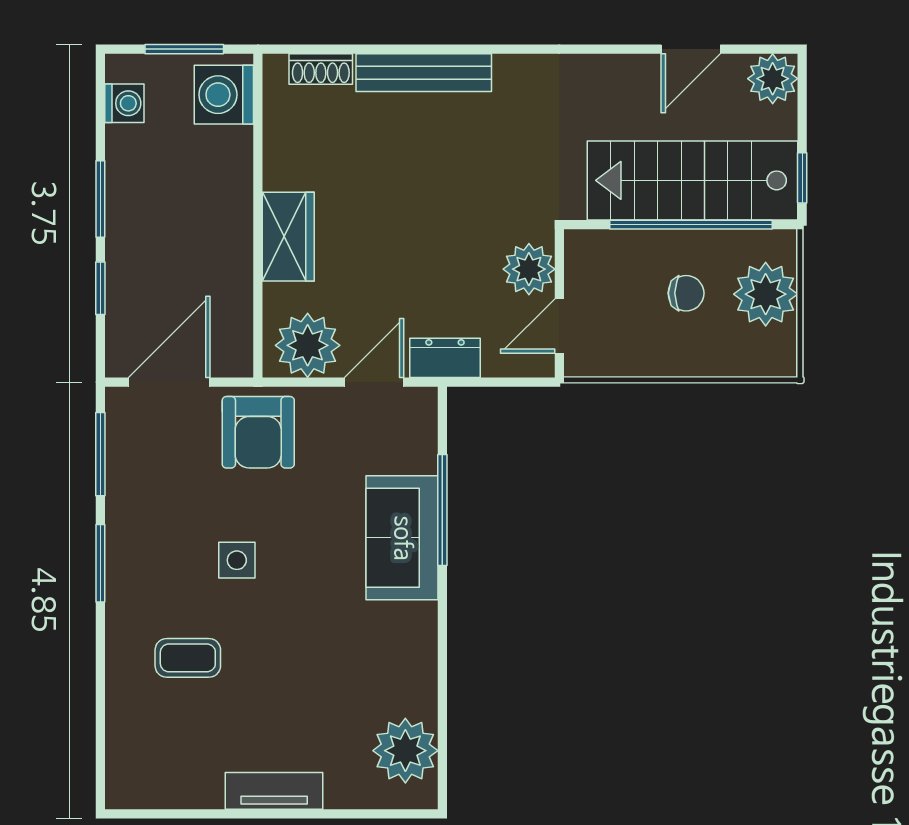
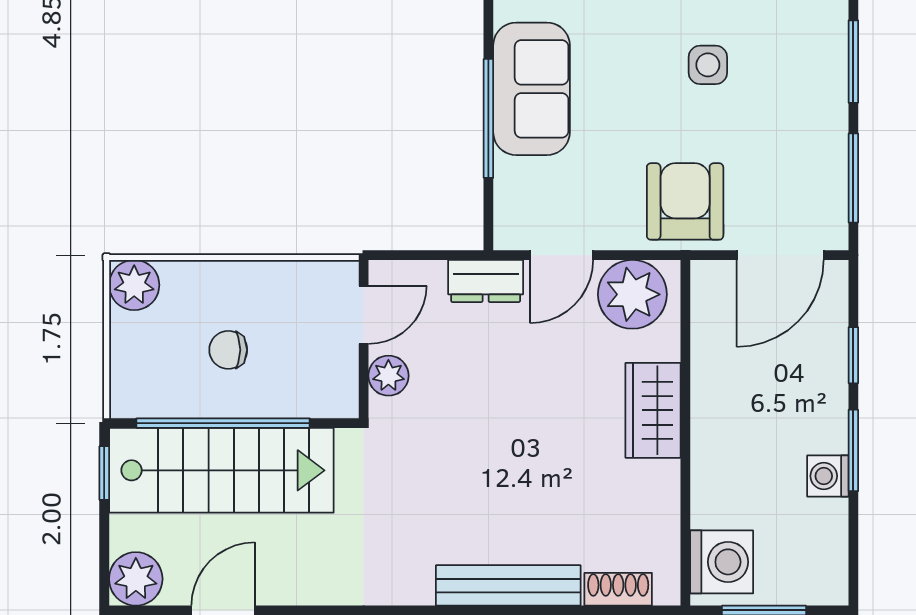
washing machine: (124, 103) -> (828, 476), moved
plant: (529, 269) -> (388, 376), width x0.73, depth x0.73
plant: (766, 294) -> (134, 285), moved, width x0.73, depth x0.73

